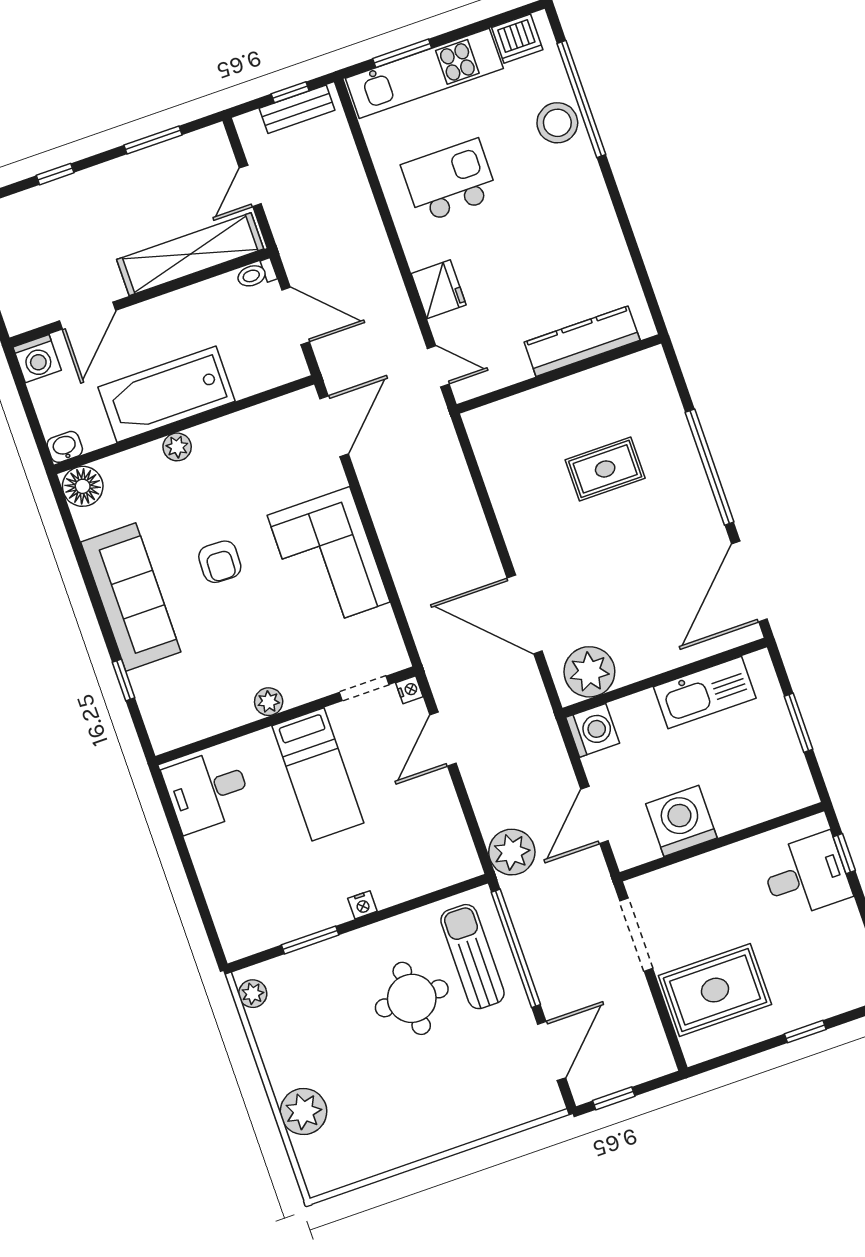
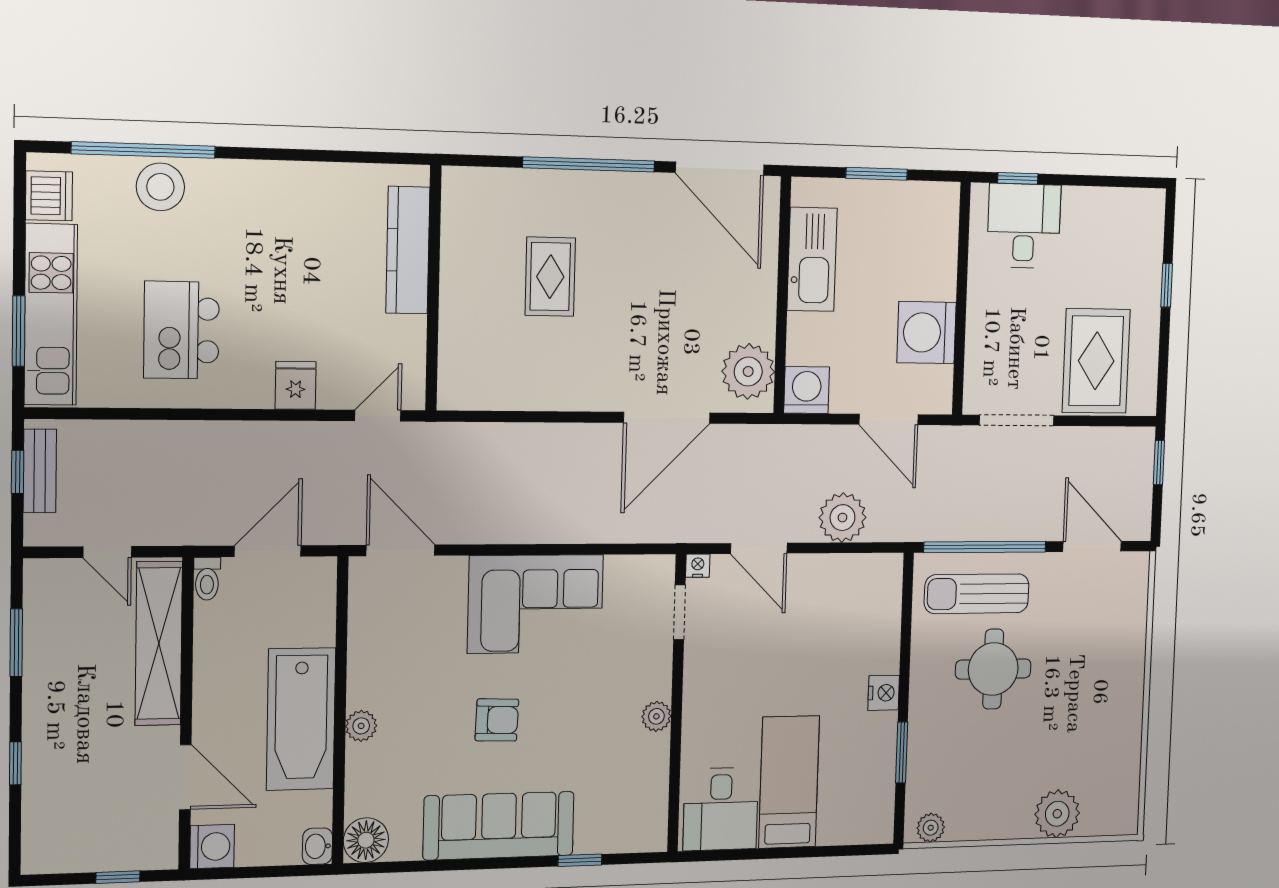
fridge: (439, 289) -> (296, 385), width x0.72
bed: (318, 774) -> (789, 782), moved, turned -90
plant: (512, 852) -> (842, 518), moved
nightstand: (362, 905) -> (884, 693), width x1.39, depth x1.35
window: (614, 1098) -> (1159, 463), moved

